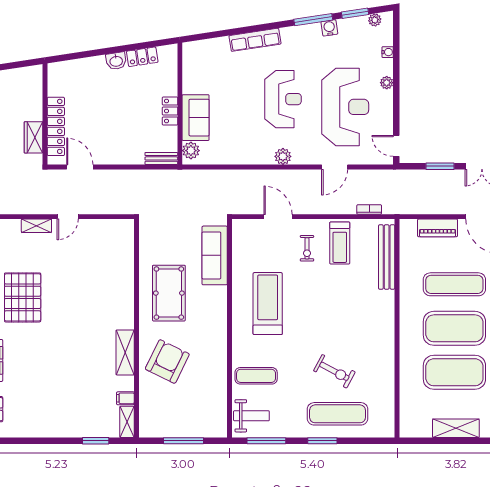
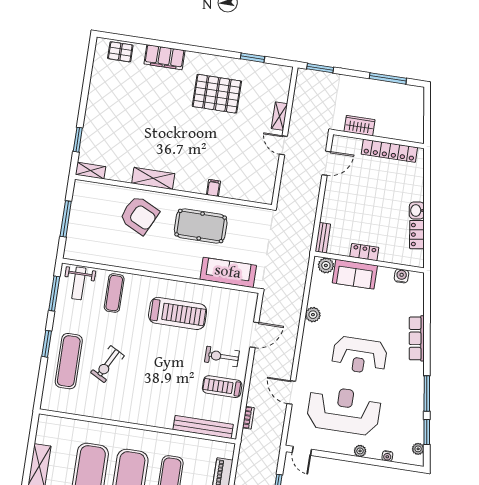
water cooler: (329, 28) -> (401, 276), moved, turned -81
reception desk: (345, 107) -> (344, 410), turned 180
locker: (56, 126) -> (389, 151), moved
door: (396, 146) -> (302, 451), swing flipped
plant: (283, 156) -> (313, 315), moved
exercise bike: (307, 248) -> (222, 356), width x1.38, depth x1.39
filing cabinet: (125, 398) -> (213, 188), moved

